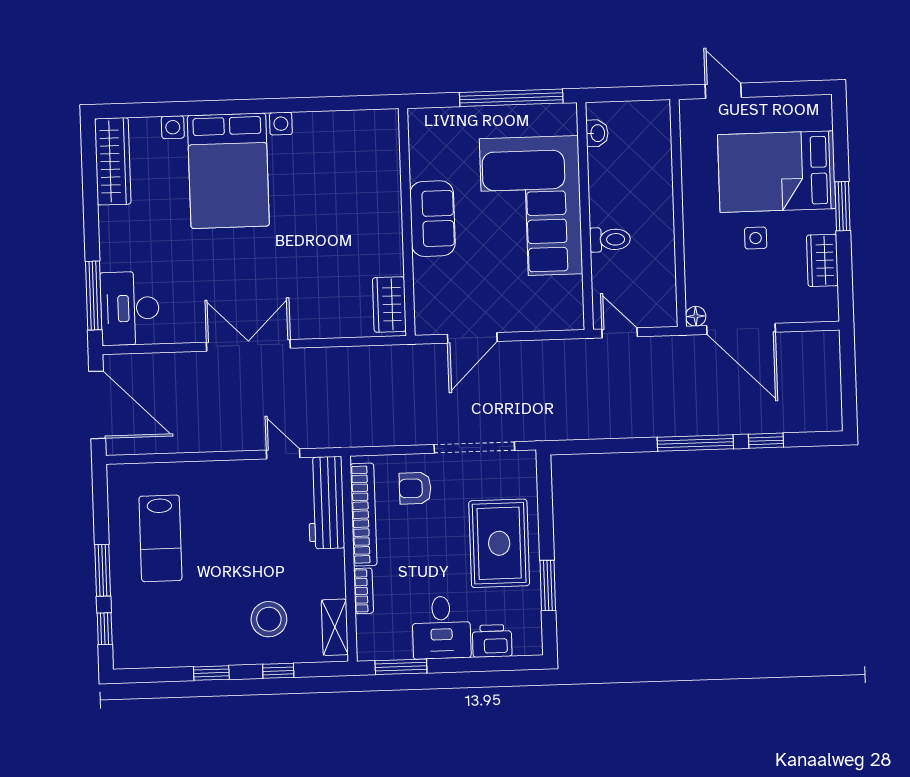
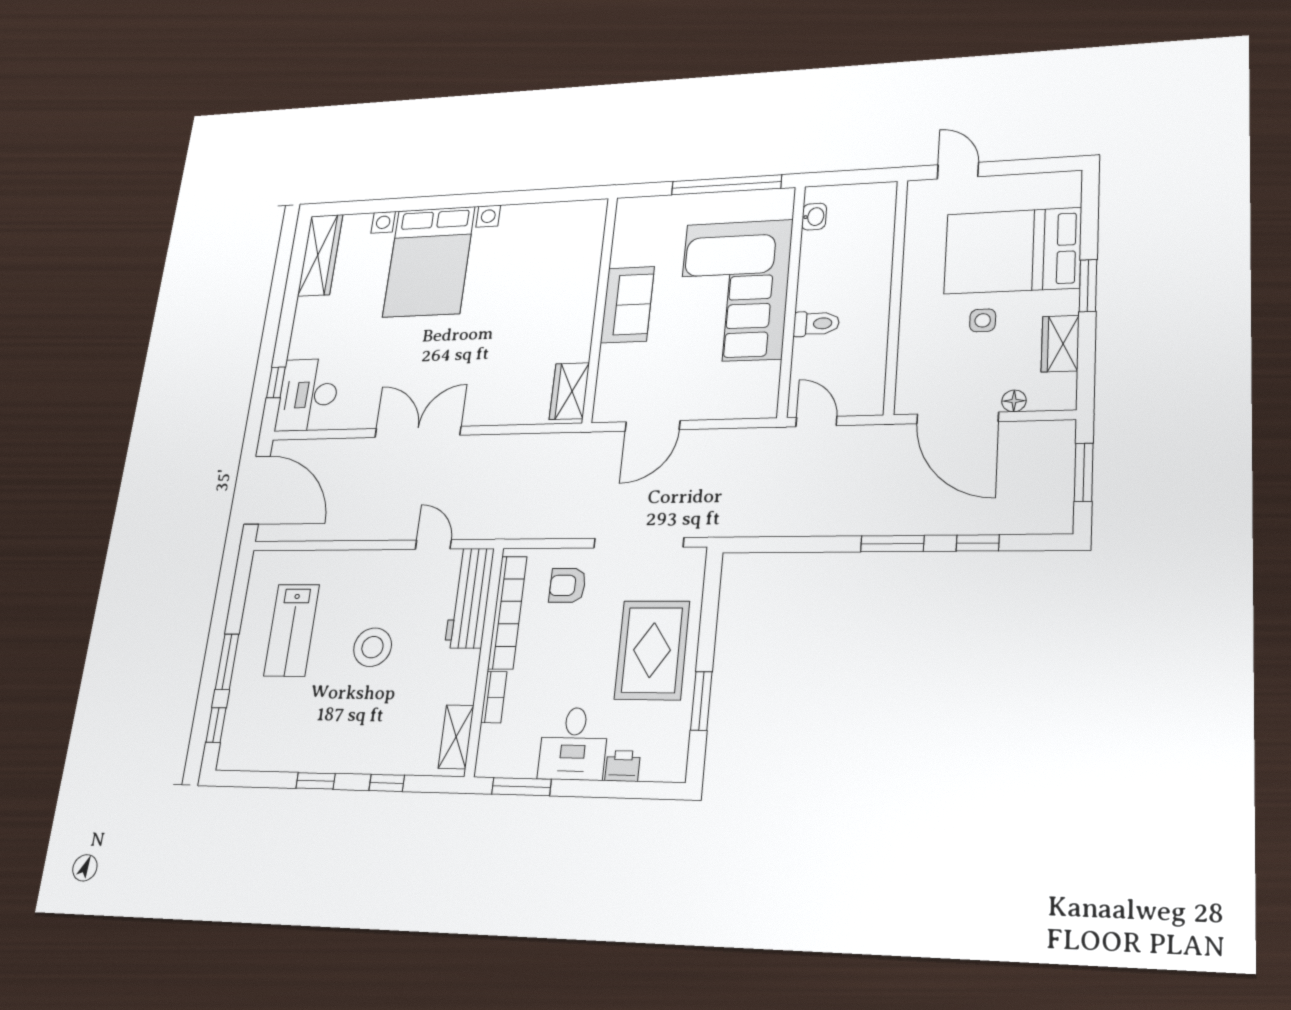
window: (94, 296) -> (276, 382), width x0.46
floor lamp: (696, 316) -> (1014, 401), moved
window: (848, 377) -> (1084, 472), added
window: (695, 443) -> (892, 544), width x0.69
stool: (269, 619) -> (372, 647), moved
printer: (492, 641) -> (623, 766), width x0.73, depth x0.81

